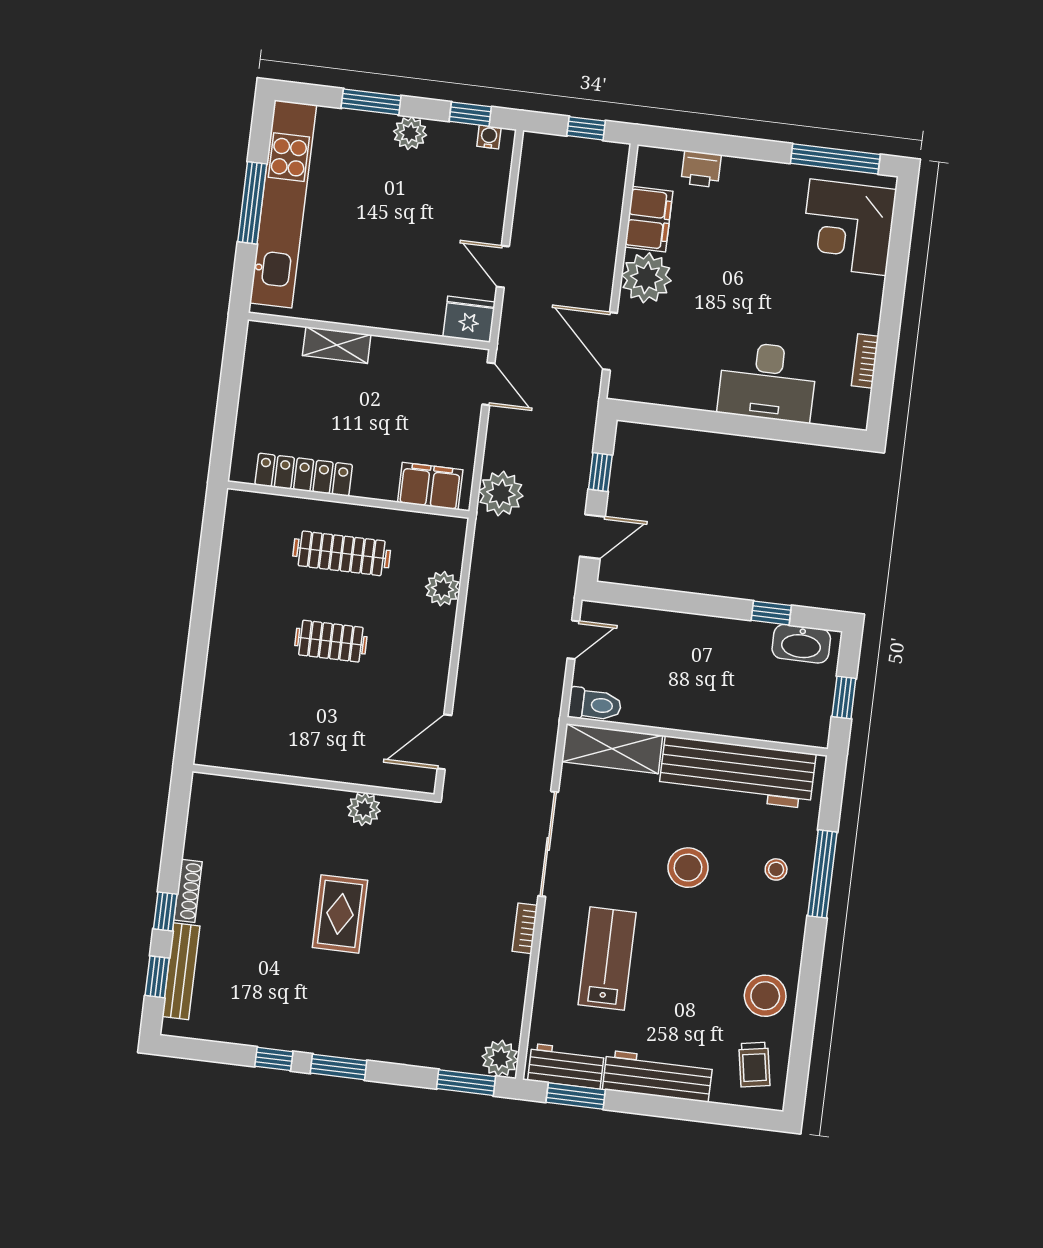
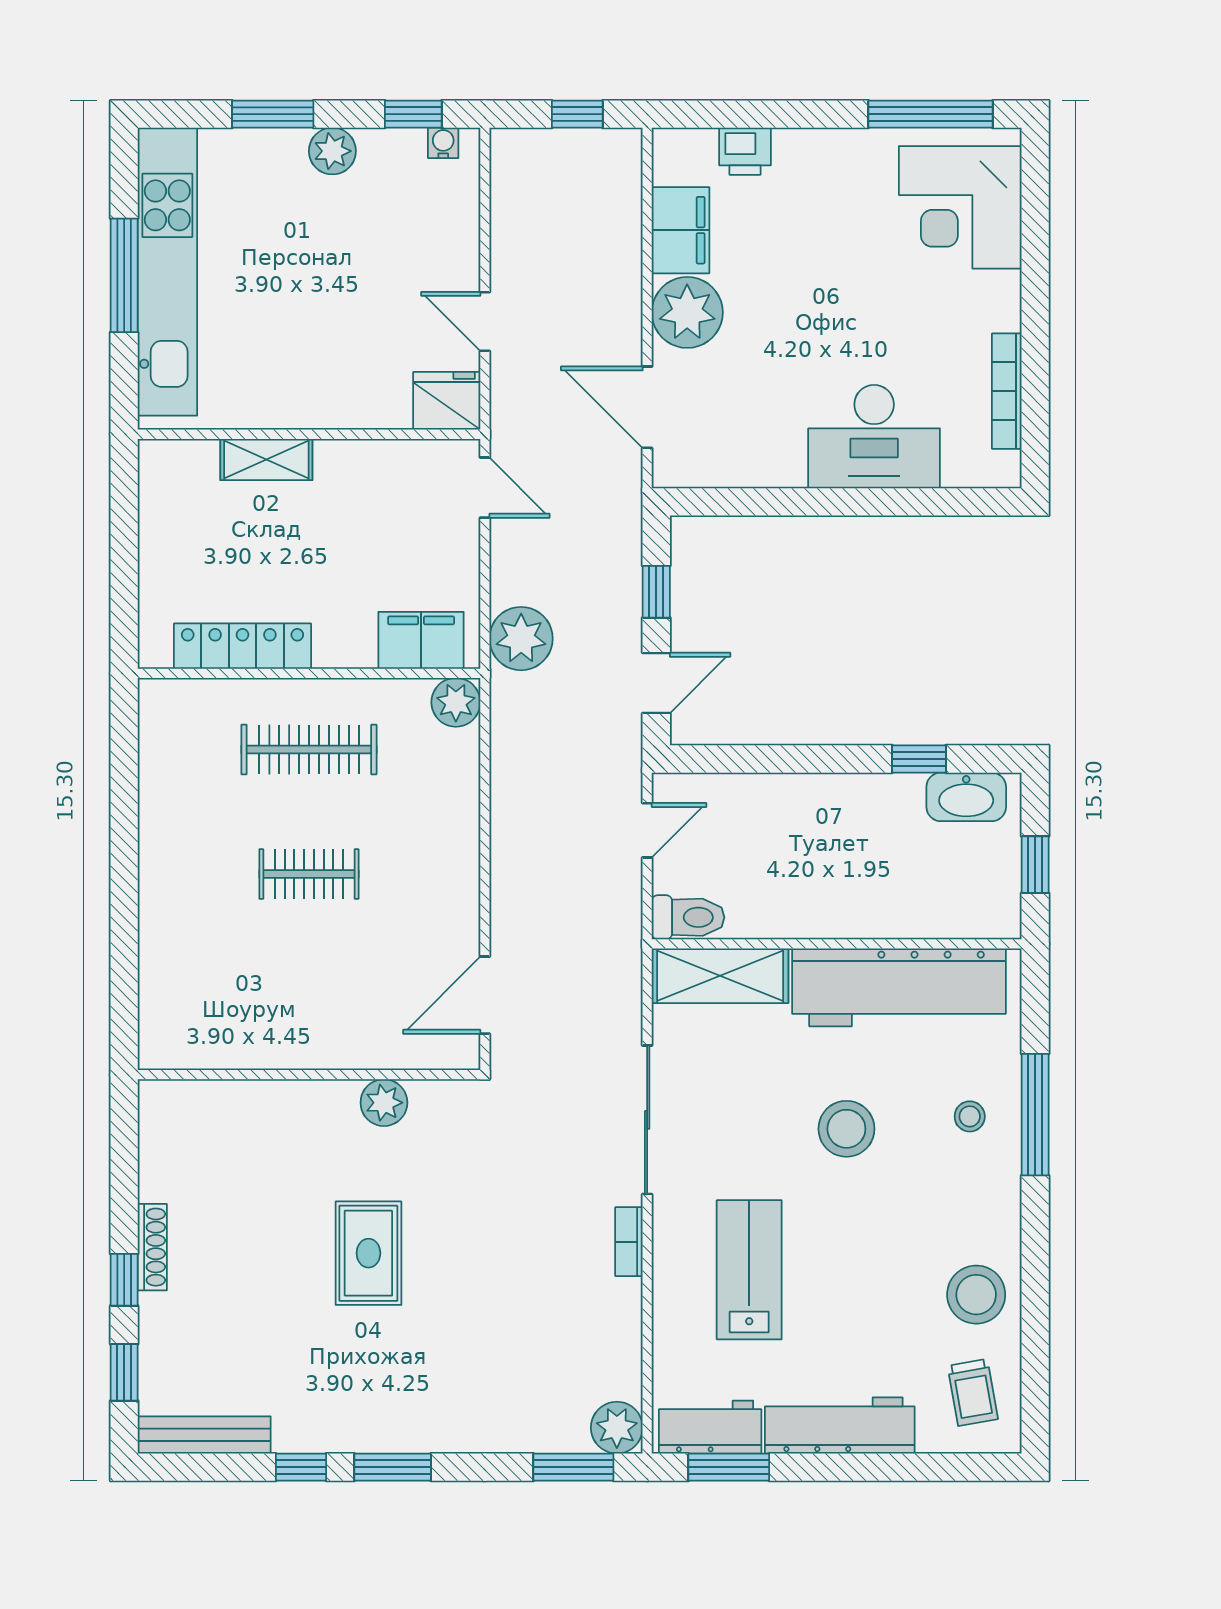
bookcase: (865, 361) -> (1007, 391), width x1.56
plant: (443, 589) -> (456, 702), moved
bench: (181, 971) -> (204, 1435), moved, turned 90

